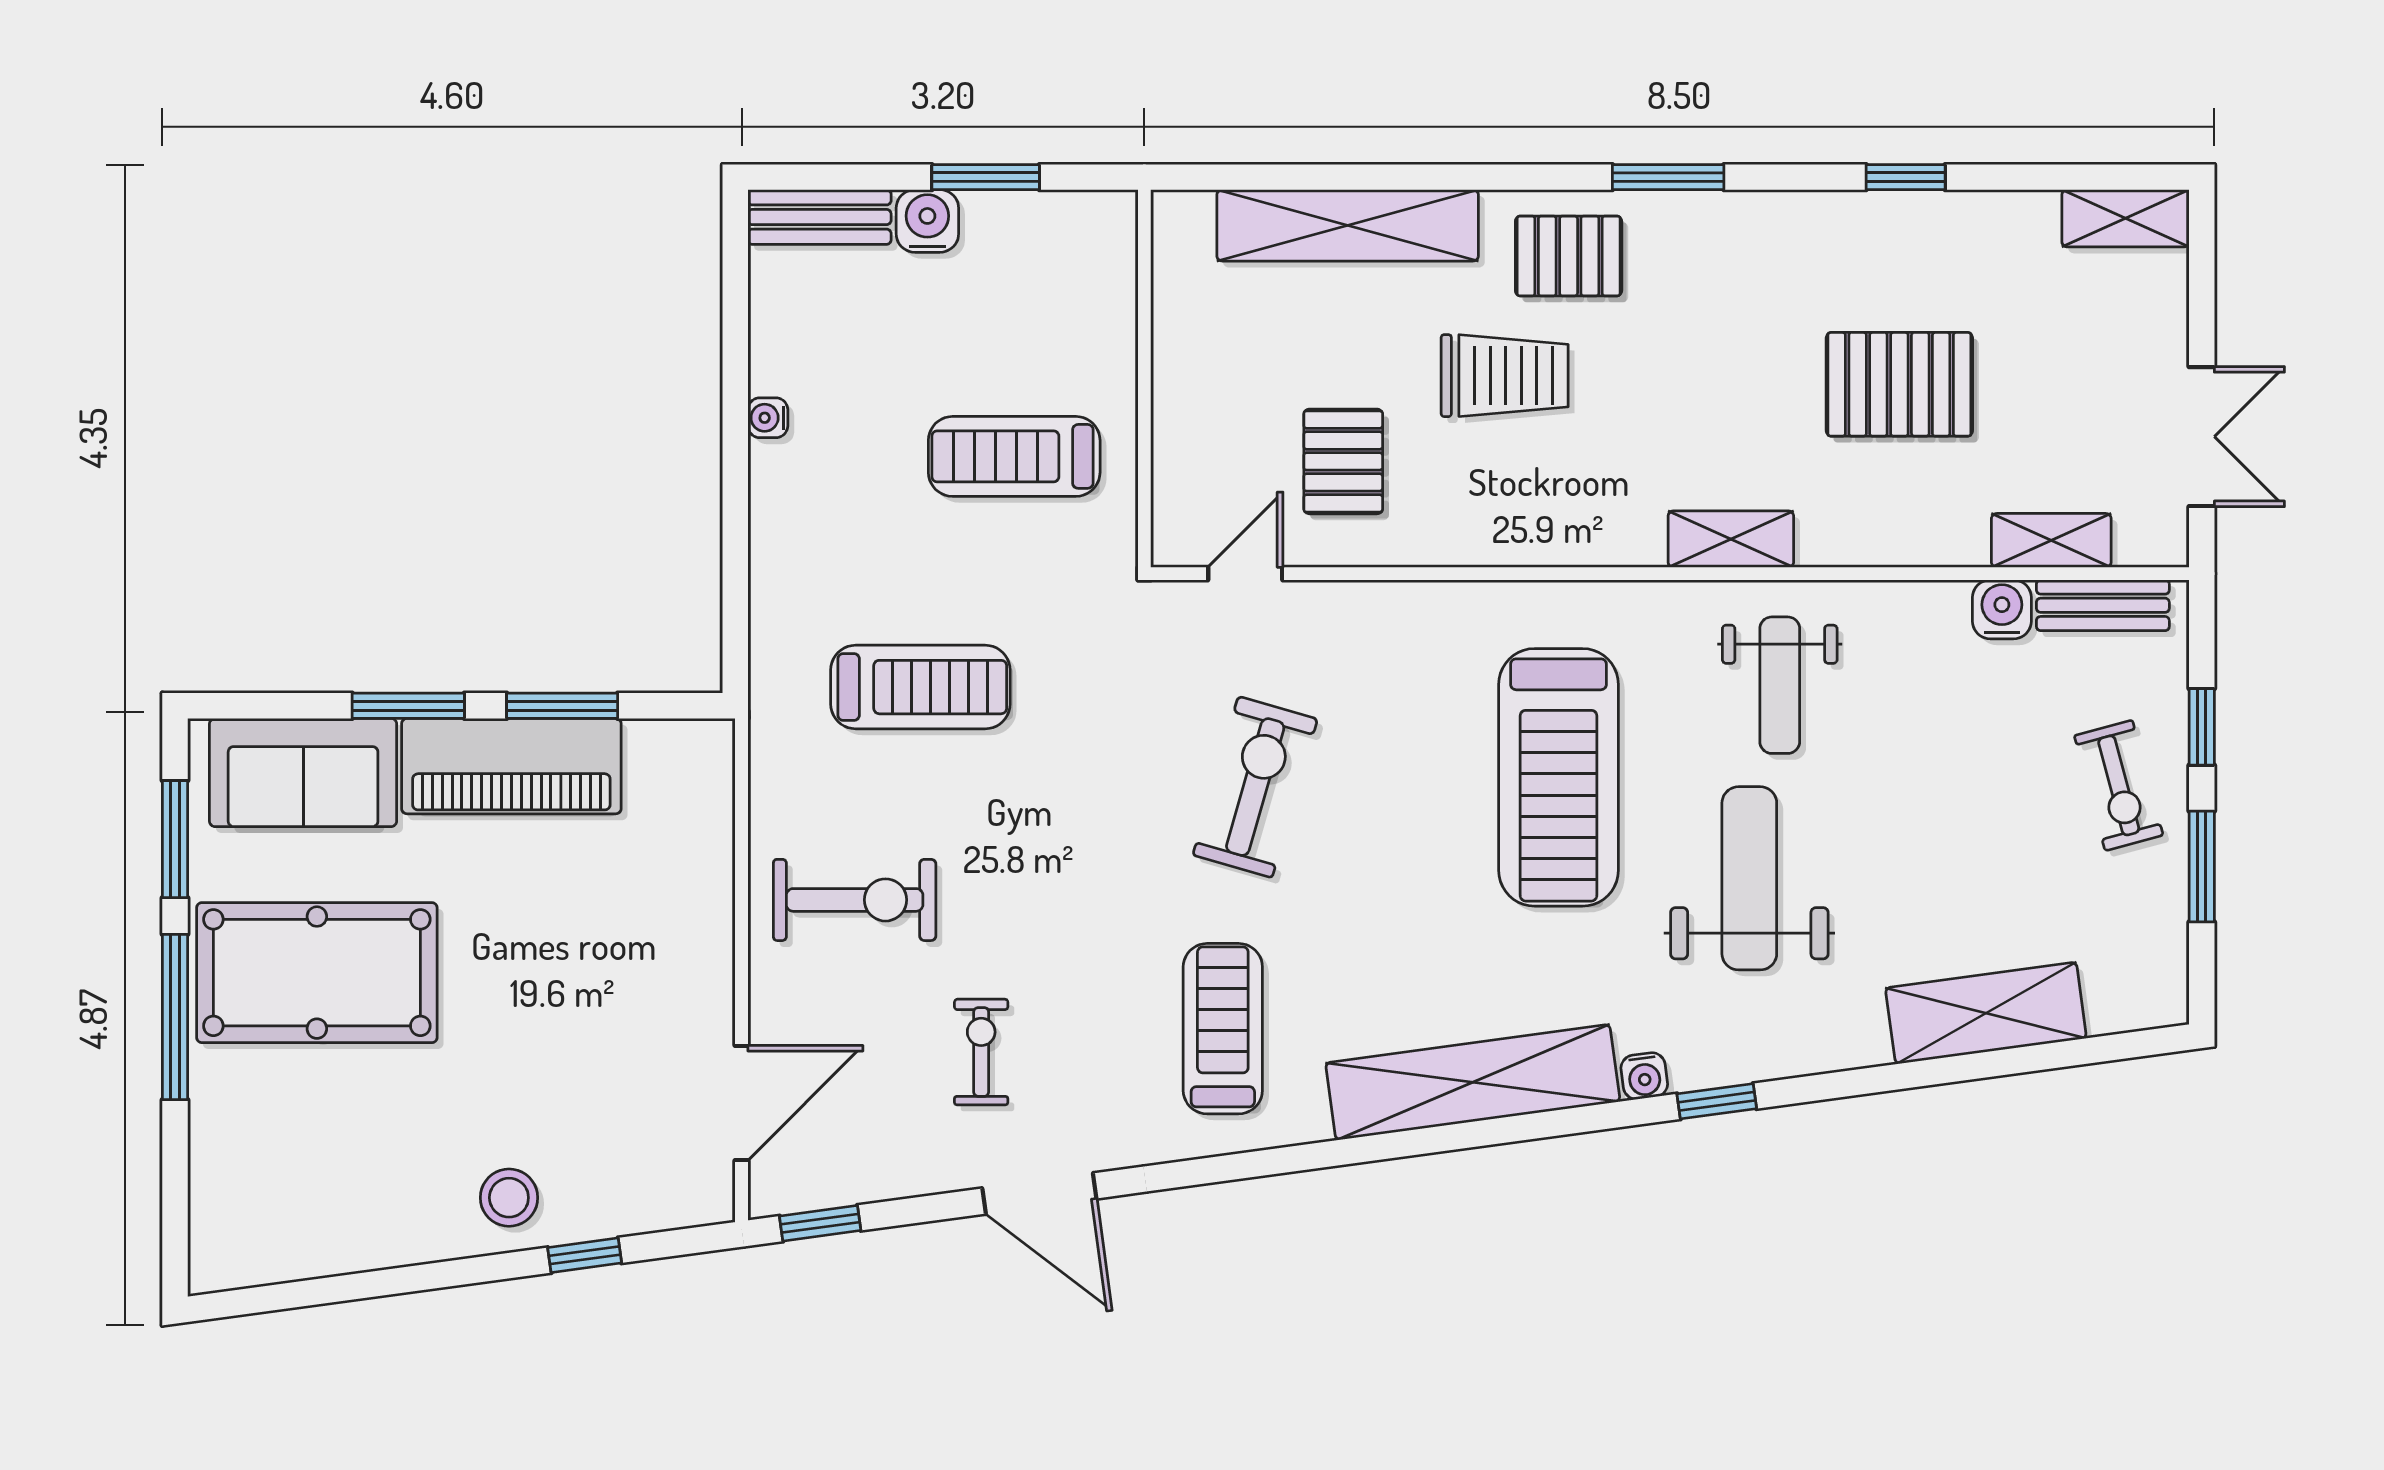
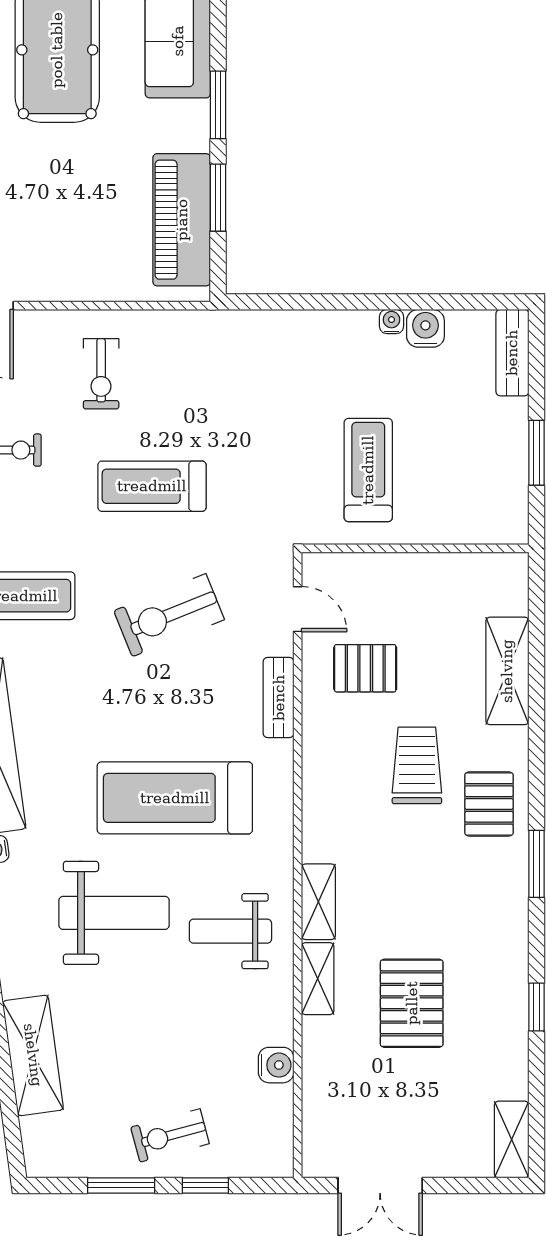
water cooler: (927, 221) -> (425, 328), moved, turned -90
shelving: (1348, 225) -> (507, 671), width x0.68
trolley: (1505, 376) -> (417, 765), turned 180
shelving: (2051, 540) -> (318, 979), moved
bench: (2103, 605) -> (279, 698), moved
treadmill: (920, 687) -> (152, 486), moved, turned 90
piano: (511, 766) -> (182, 220), moved
exercise bike: (1255, 787) -> (169, 615), turned 142
exercise bike: (855, 900) -> (101, 374), width x0.73, depth x0.72

